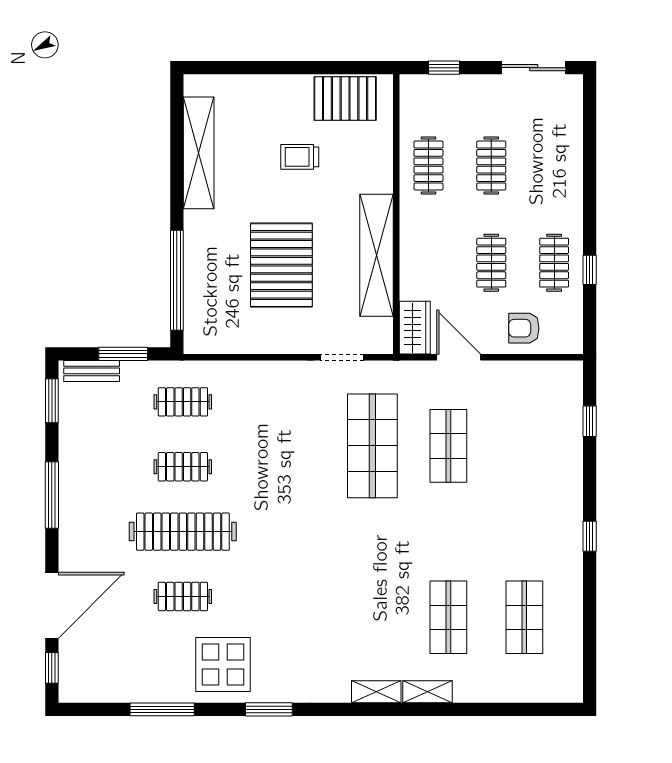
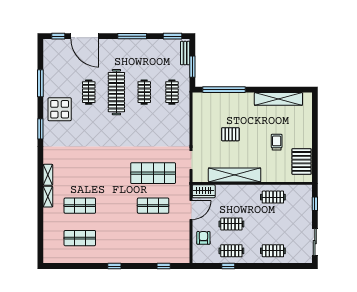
clothes rail: (491, 165) -> (273, 251), moved
pallet: (281, 265) -> (230, 134), width x0.49, depth x0.50

